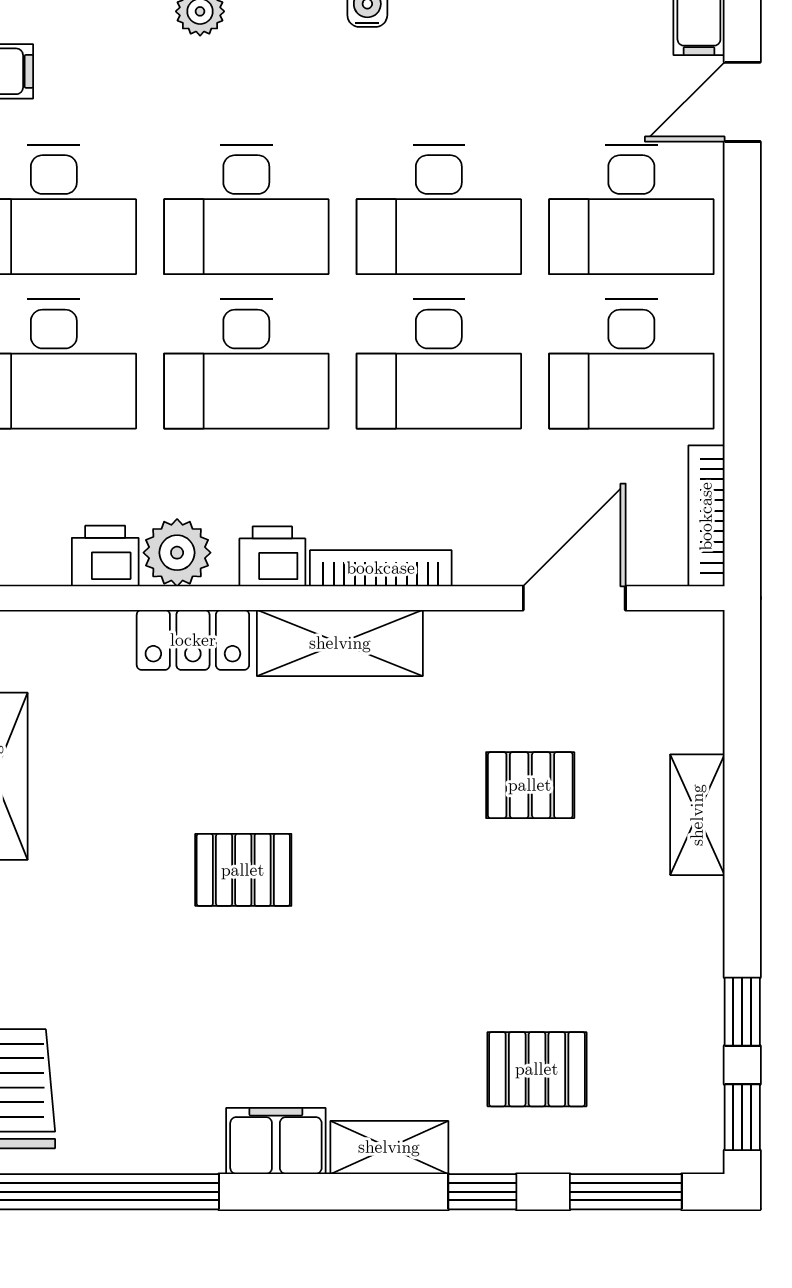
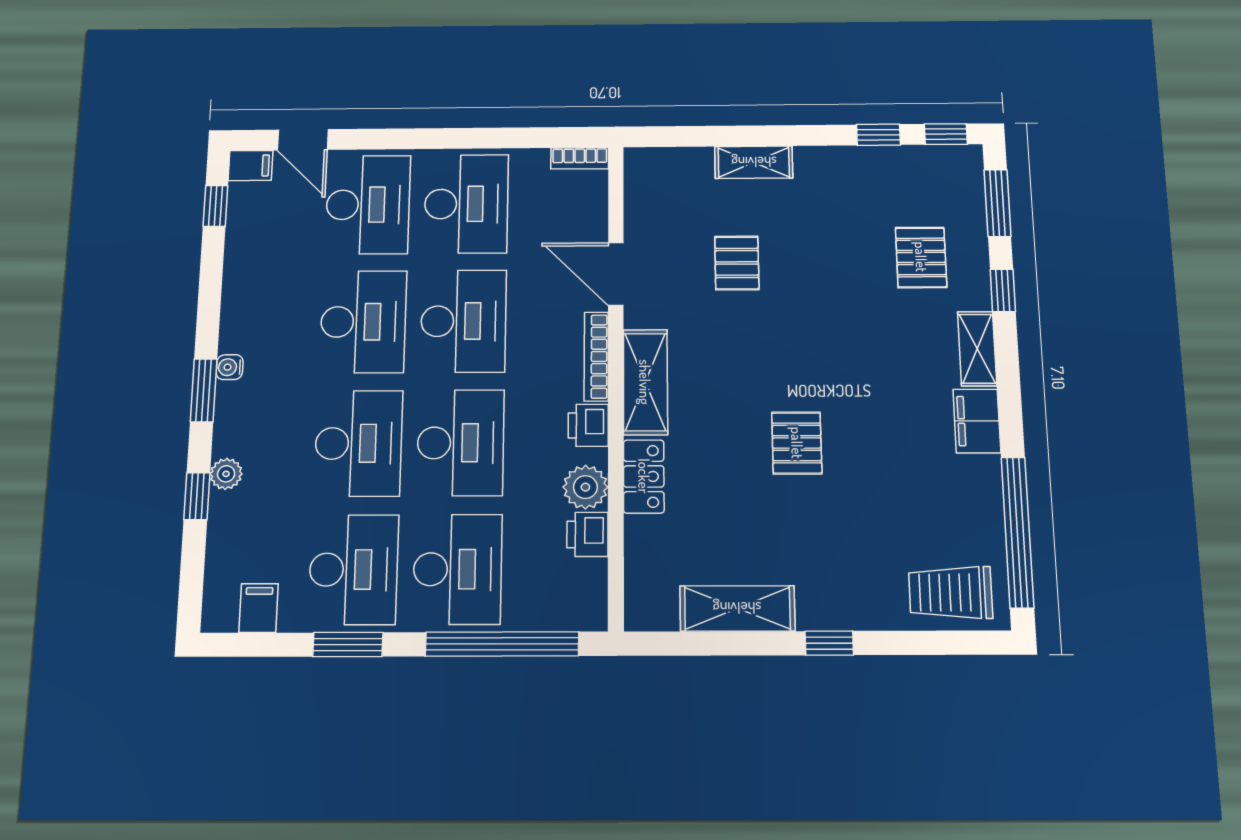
bookcase: (706, 516) -> (580, 158), width x0.64
door: (574, 598) -> (616, 274), moved

